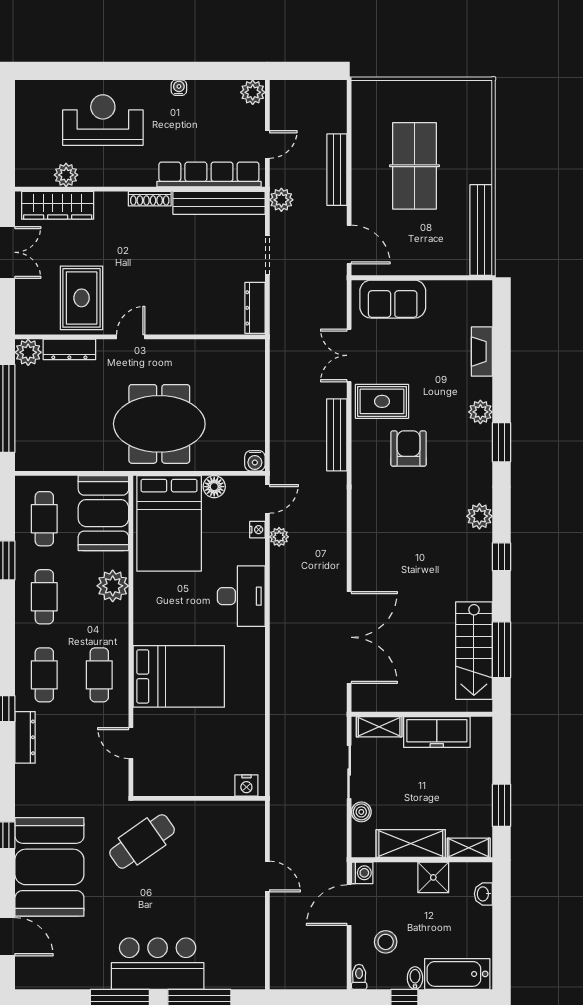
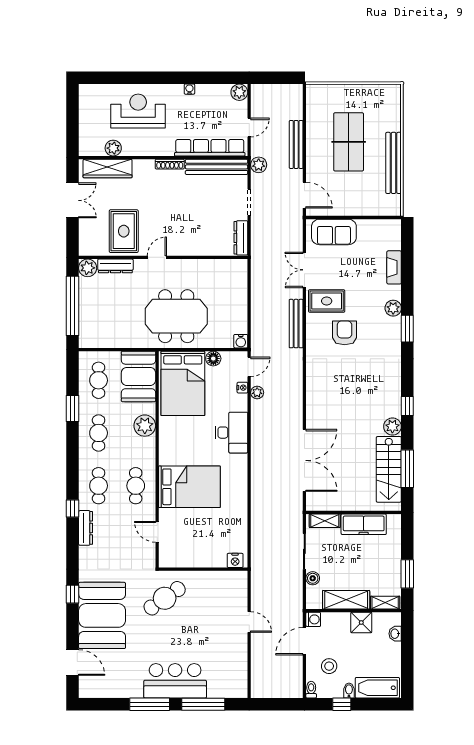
bench: (481, 230) -> (394, 163), moved
plant: (479, 516) -> (392, 427), moved

